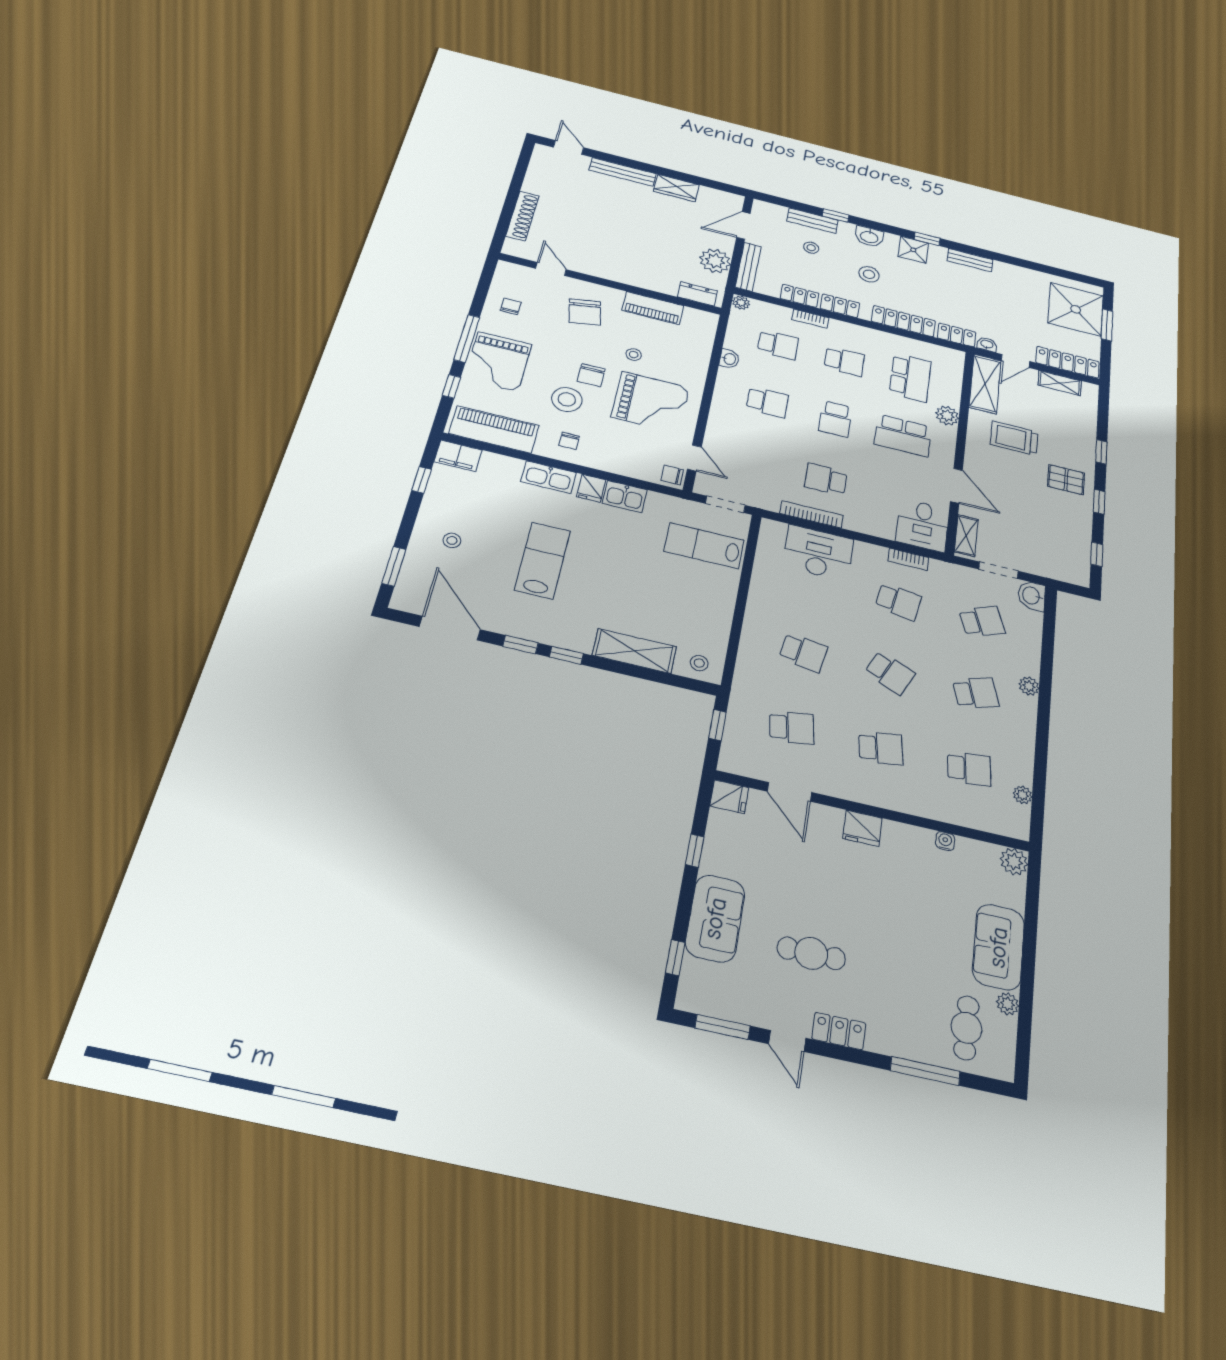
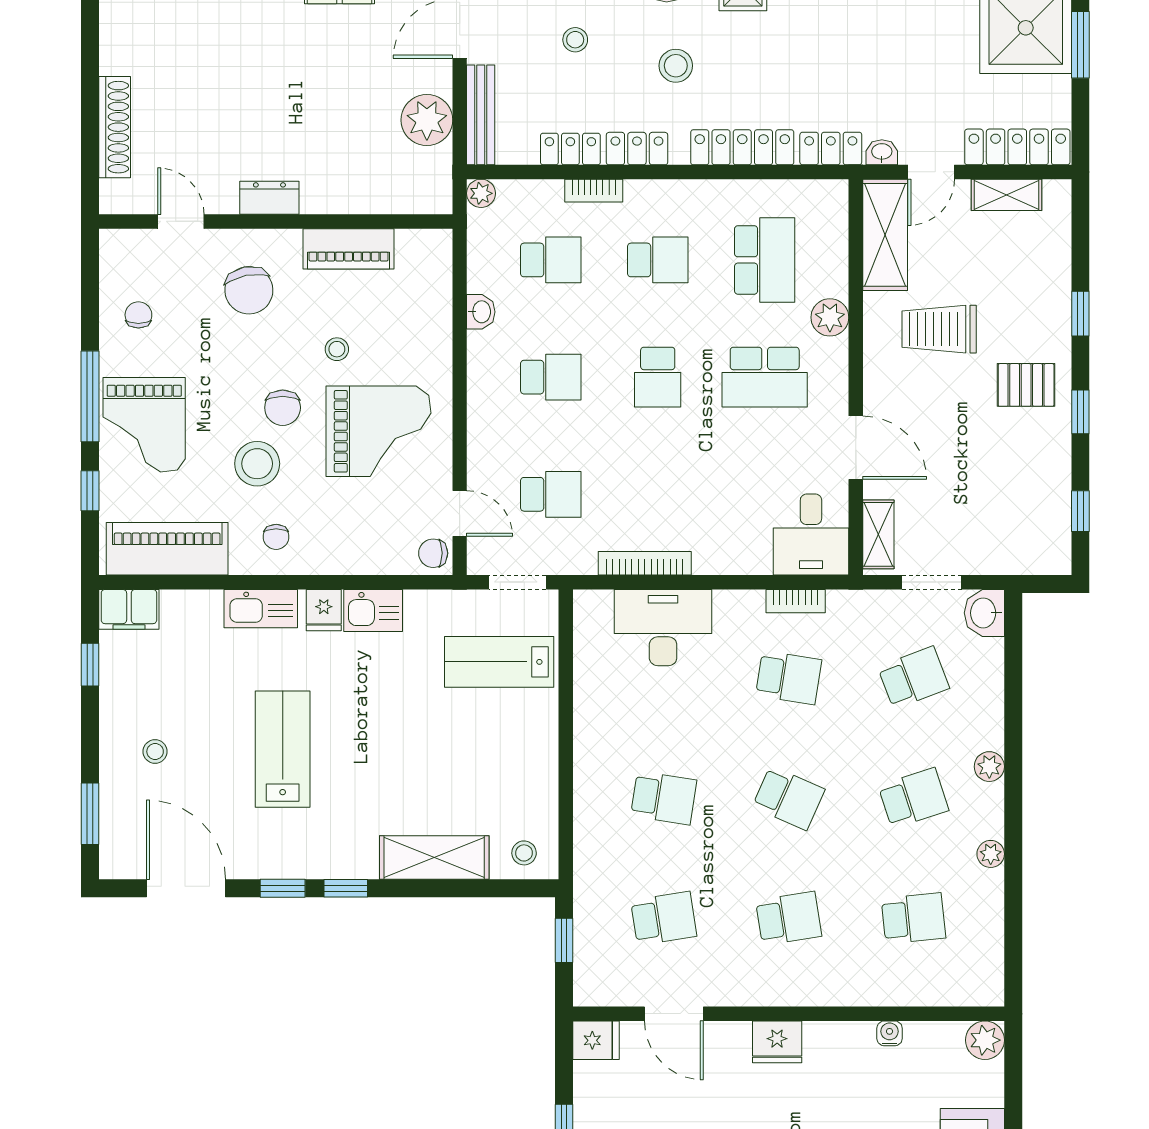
dresser: (698, 294) -> (269, 198), moved
school desk: (826, 479) -> (551, 494), moved, turned 180
plant: (1023, 795) -> (991, 854), moved

